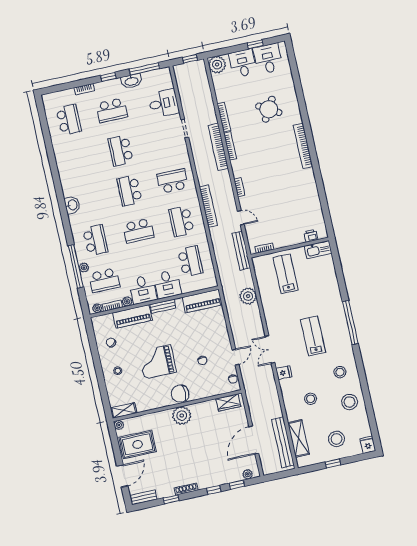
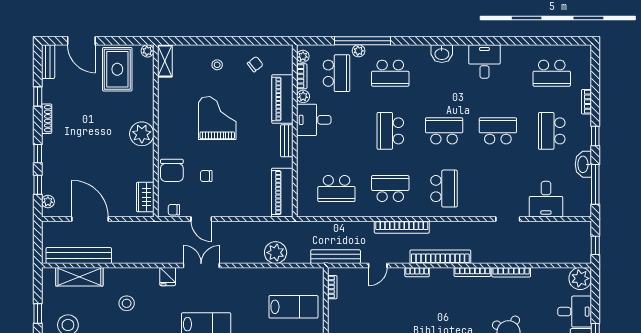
bookcase: (218, 147) -> (440, 257), moved
school desk: (104, 280) -> (336, 73), turned 180
desk: (167, 284) -> (484, 61), moved, turned 90
chair: (180, 394) -> (172, 170), moved, turned 180

